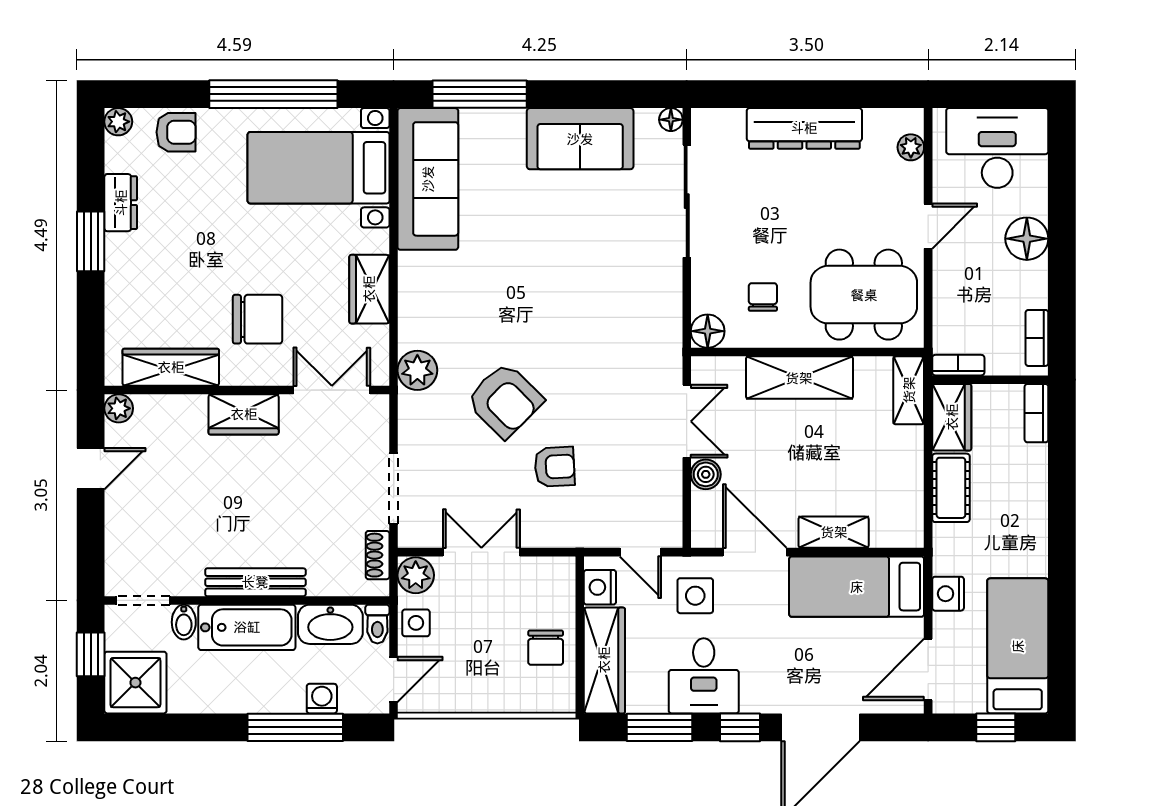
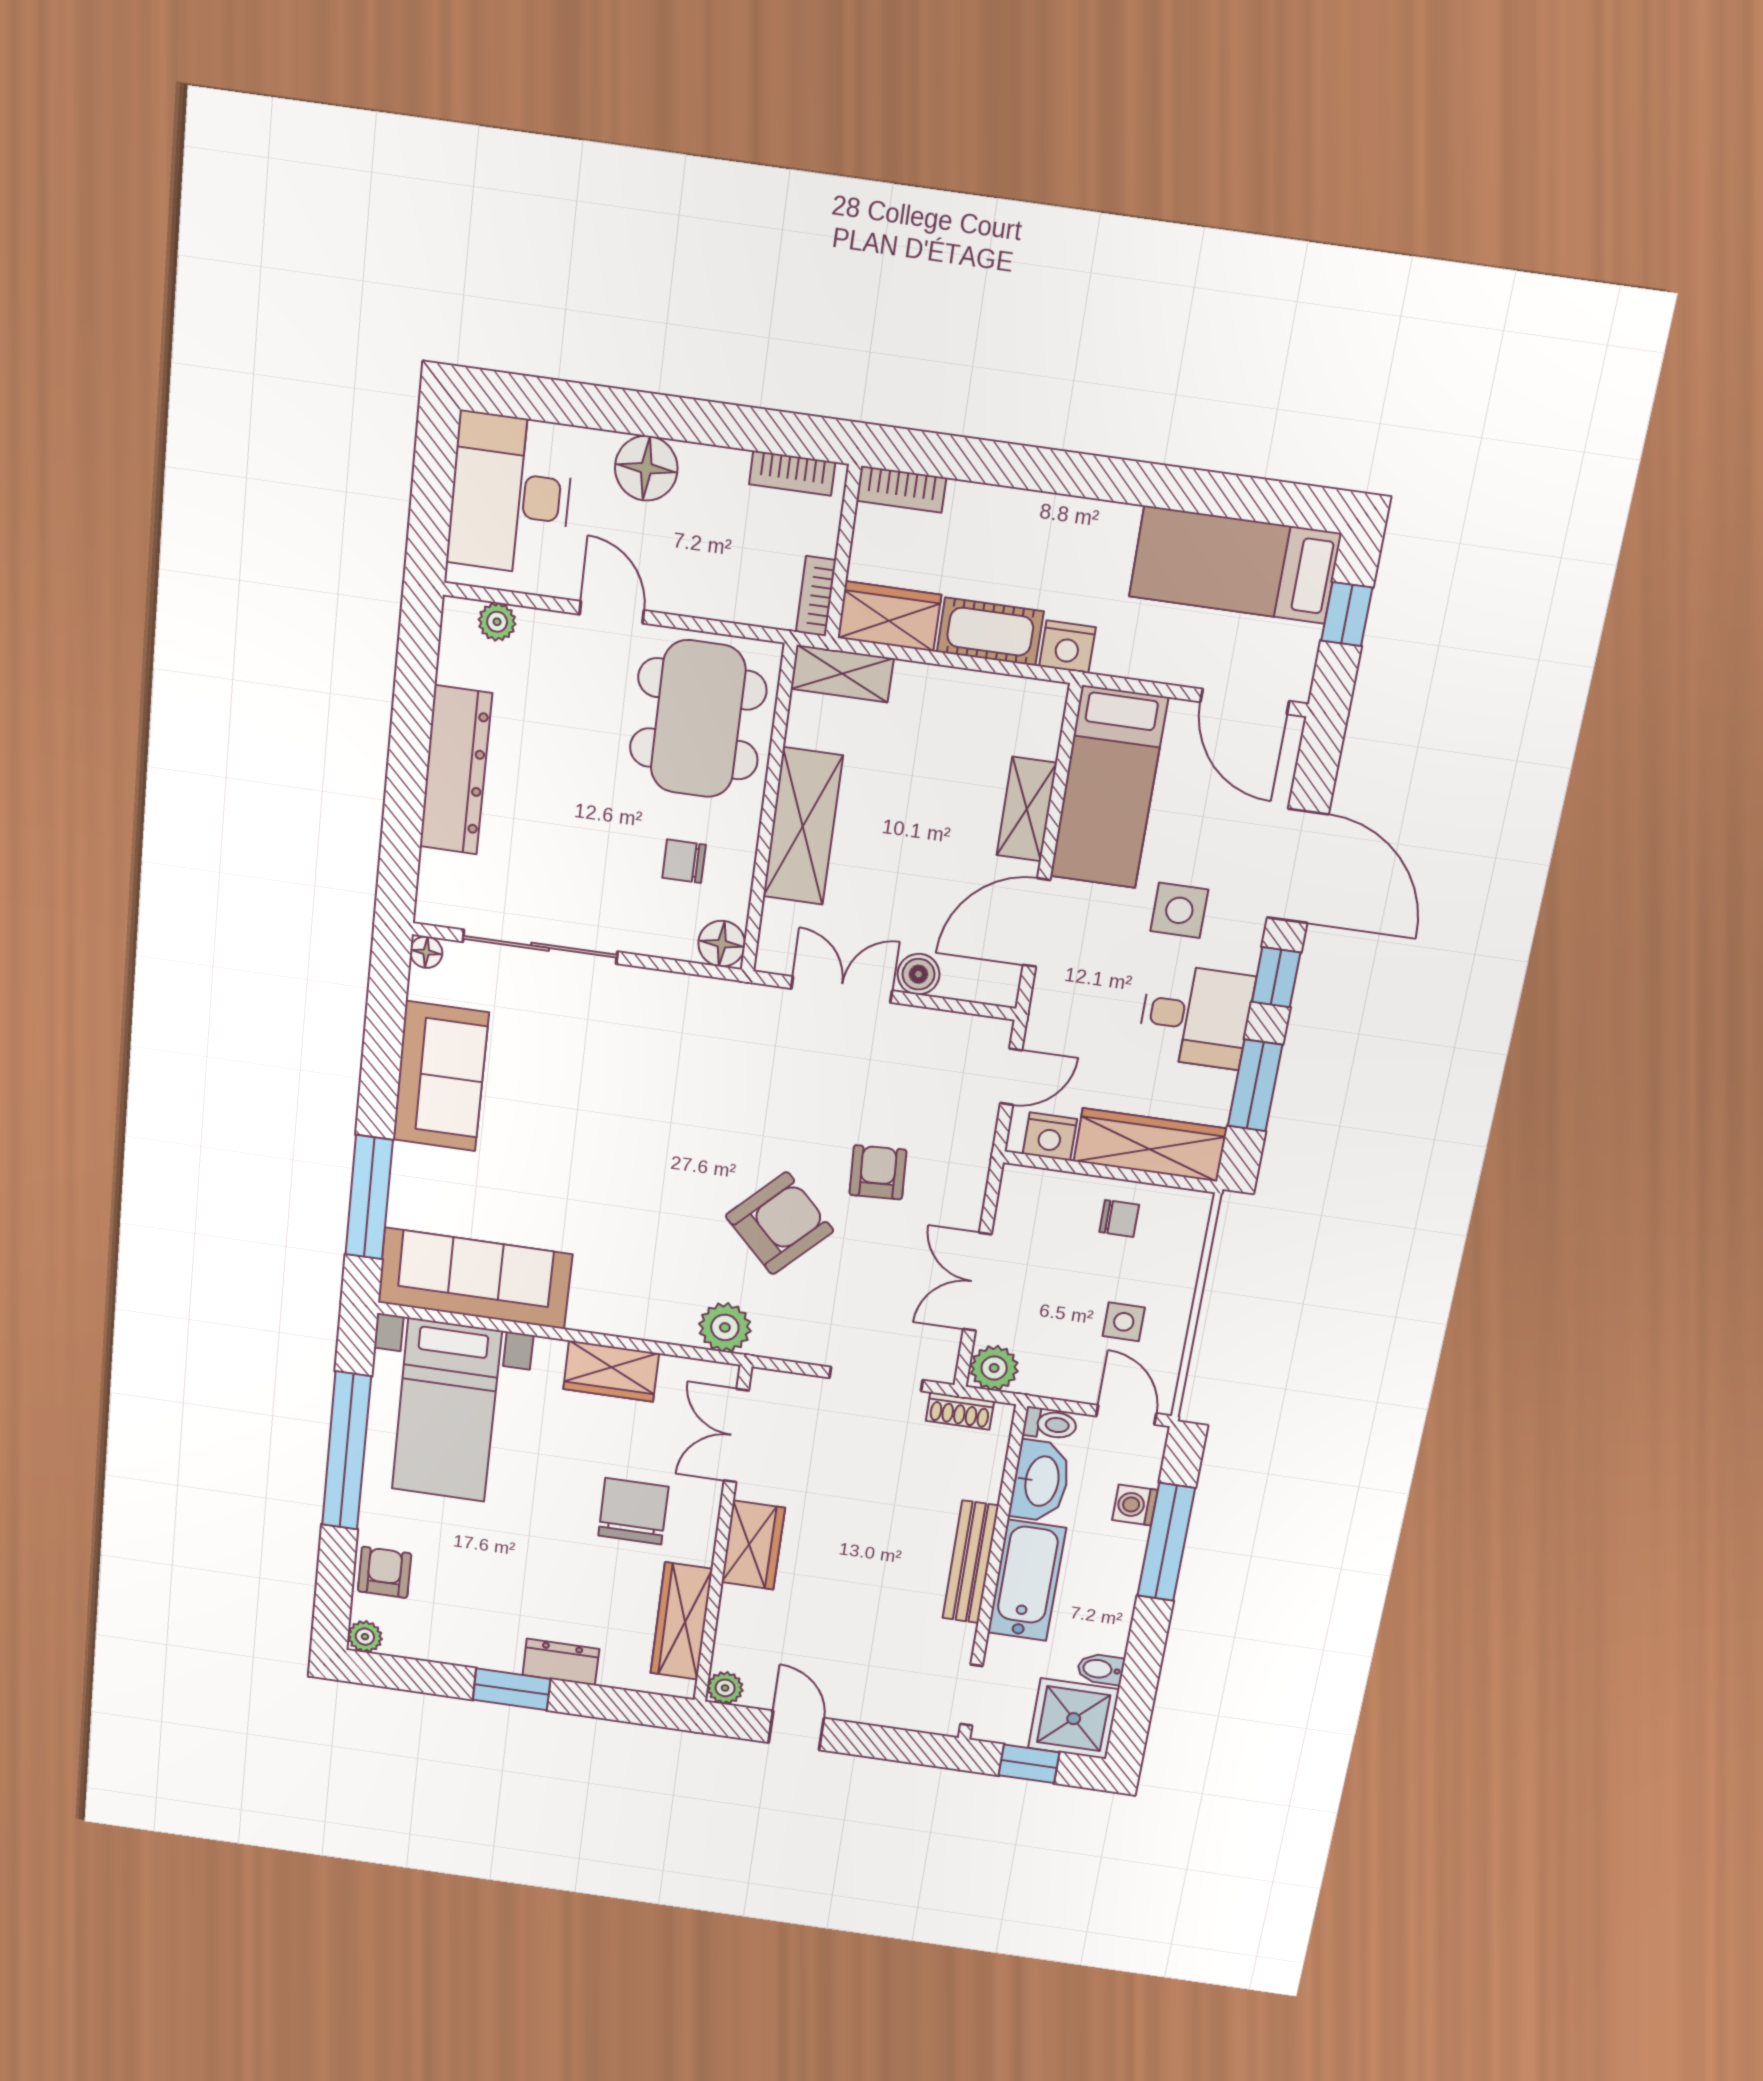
dresser: (121, 203) -> (561, 1662), moved
nightstand: (948, 594) -> (1067, 647), moved
side table: (695, 596) -> (1179, 910), moved
bidet: (184, 622) -> (1101, 1669), moved, turned 180
side table: (416, 623) -> (1124, 1322), moved
chair: (546, 648) -> (1119, 1218), width x0.73, depth x0.73

